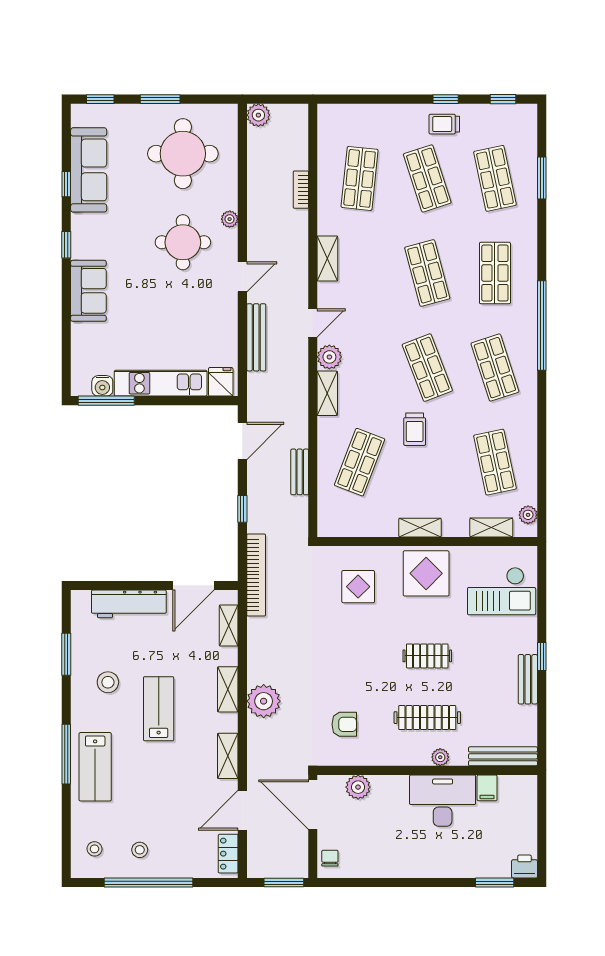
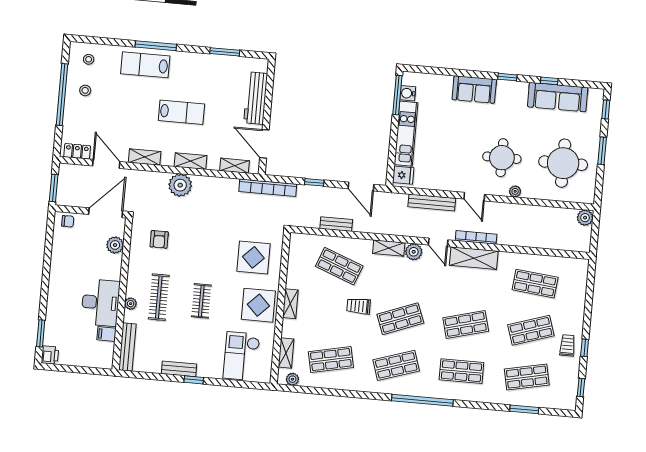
bookcase: (301, 190) -> (476, 237), moved, width x1.56
shelving: (327, 258) -> (474, 258), width x1.50, depth x1.33
display table: (358, 587) -> (253, 257), width x1.36, depth x1.36
stool: (108, 682) -> (203, 79), removed

